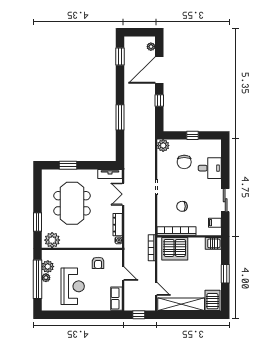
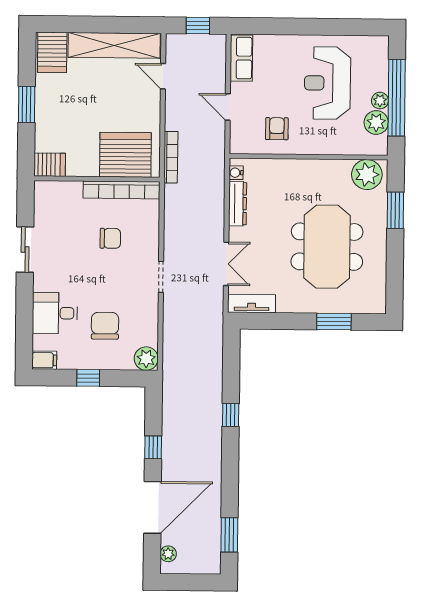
window: (120, 117) -> (231, 415), width x0.46
filing cabinet: (215, 223) -> (44, 360), moved

